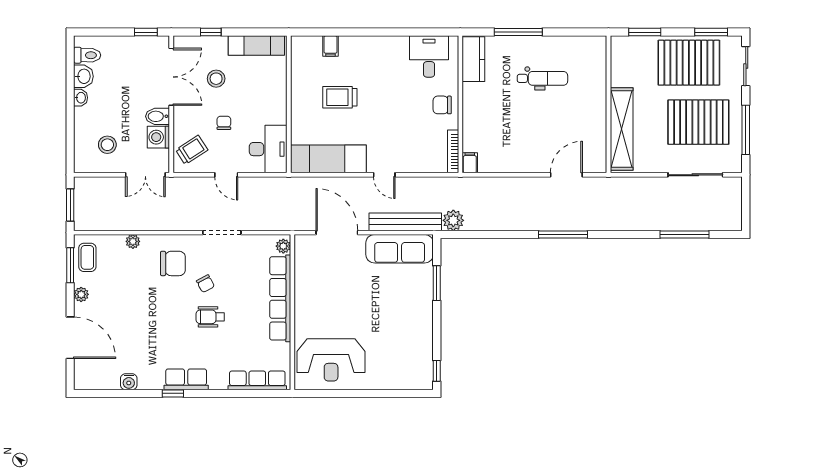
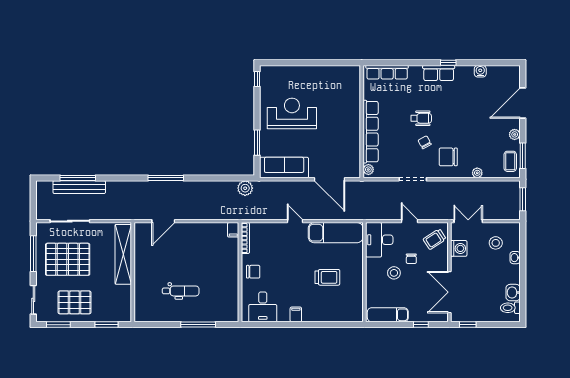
filing cabinet: (331, 46) -> (296, 314), moved
kitchen counter: (473, 59) -> (231, 305), removed
pallet: (689, 63) -> (75, 302), width x0.73, depth x0.71
dental chair: (542, 78) -> (181, 291), turned 180
stool: (216, 79) -> (394, 273), moved
washbasin: (81, 98) -> (515, 258), moved
bidet: (157, 116) -> (459, 264), removed
bench: (405, 222) -> (79, 187), moved
door: (70, 338) -> (523, 103), hinge flipped
reception desk: (331, 360) -> (292, 113), moved

